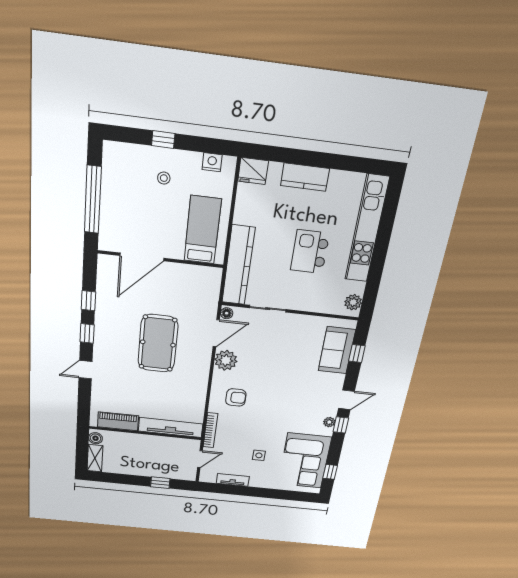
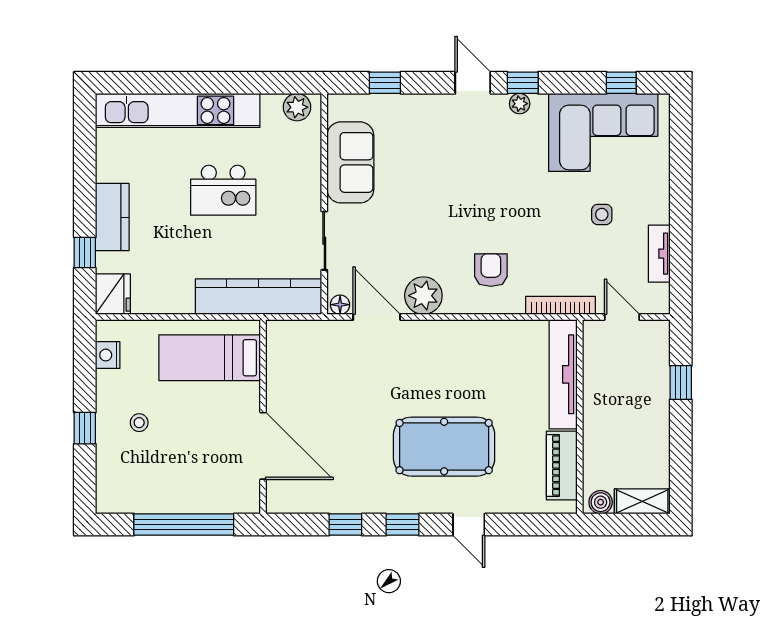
window: (284, 155) -> (85, 253), added
pool table: (158, 343) -> (444, 447), moved
sofa: (337, 350) -> (350, 162), moved, turned -90

